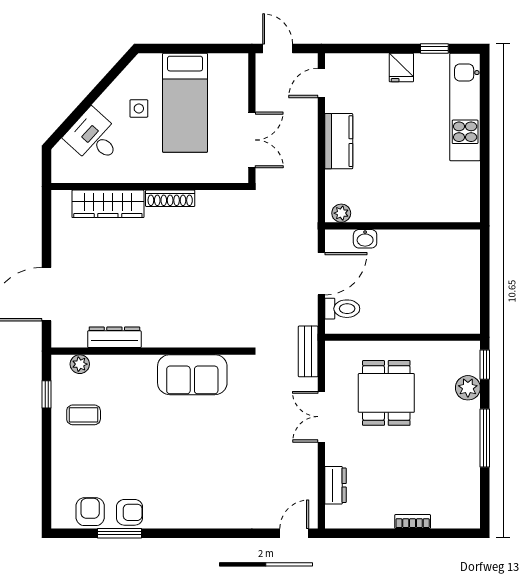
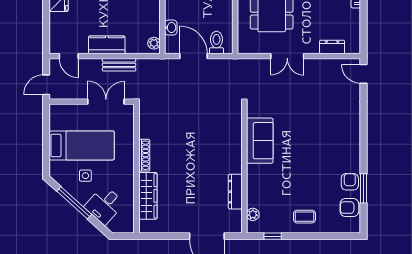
window: (97, 91) -> (74, 203), added
bench: (308, 351) -> (119, 65), moved
coffee table: (84, 415) -> (304, 217), moved, turned 90

